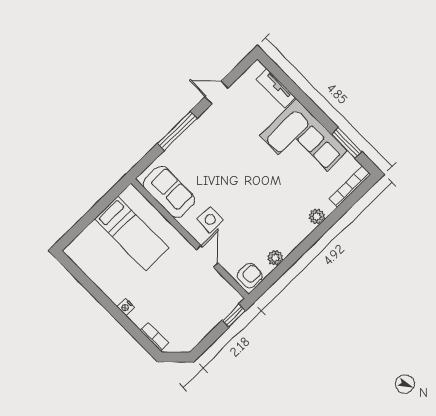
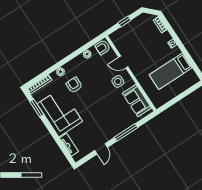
door: (216, 92) -> (101, 149), hinge flipped
armchair: (287, 198) -> (74, 85), added
bed: (132, 233) -> (171, 71), moved, turned -90
door: (207, 256) -> (123, 62), hinge flipped
window: (234, 316) -> (124, 22), moved

